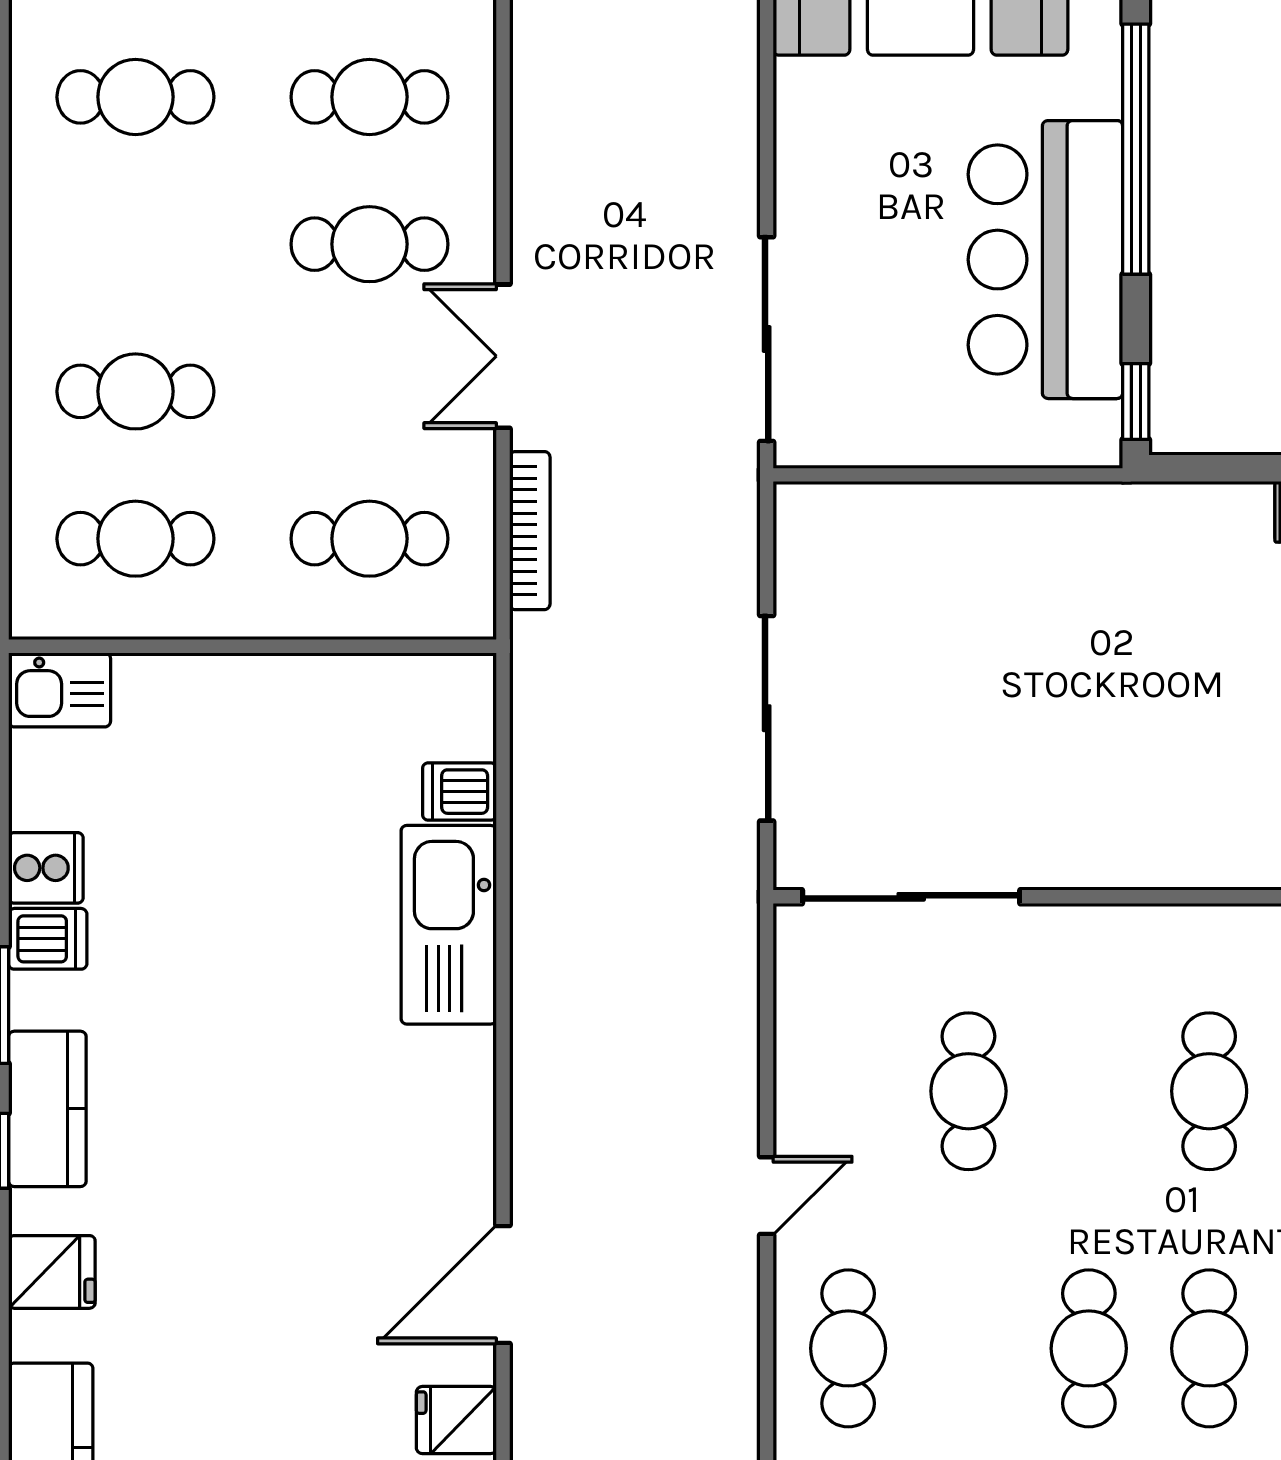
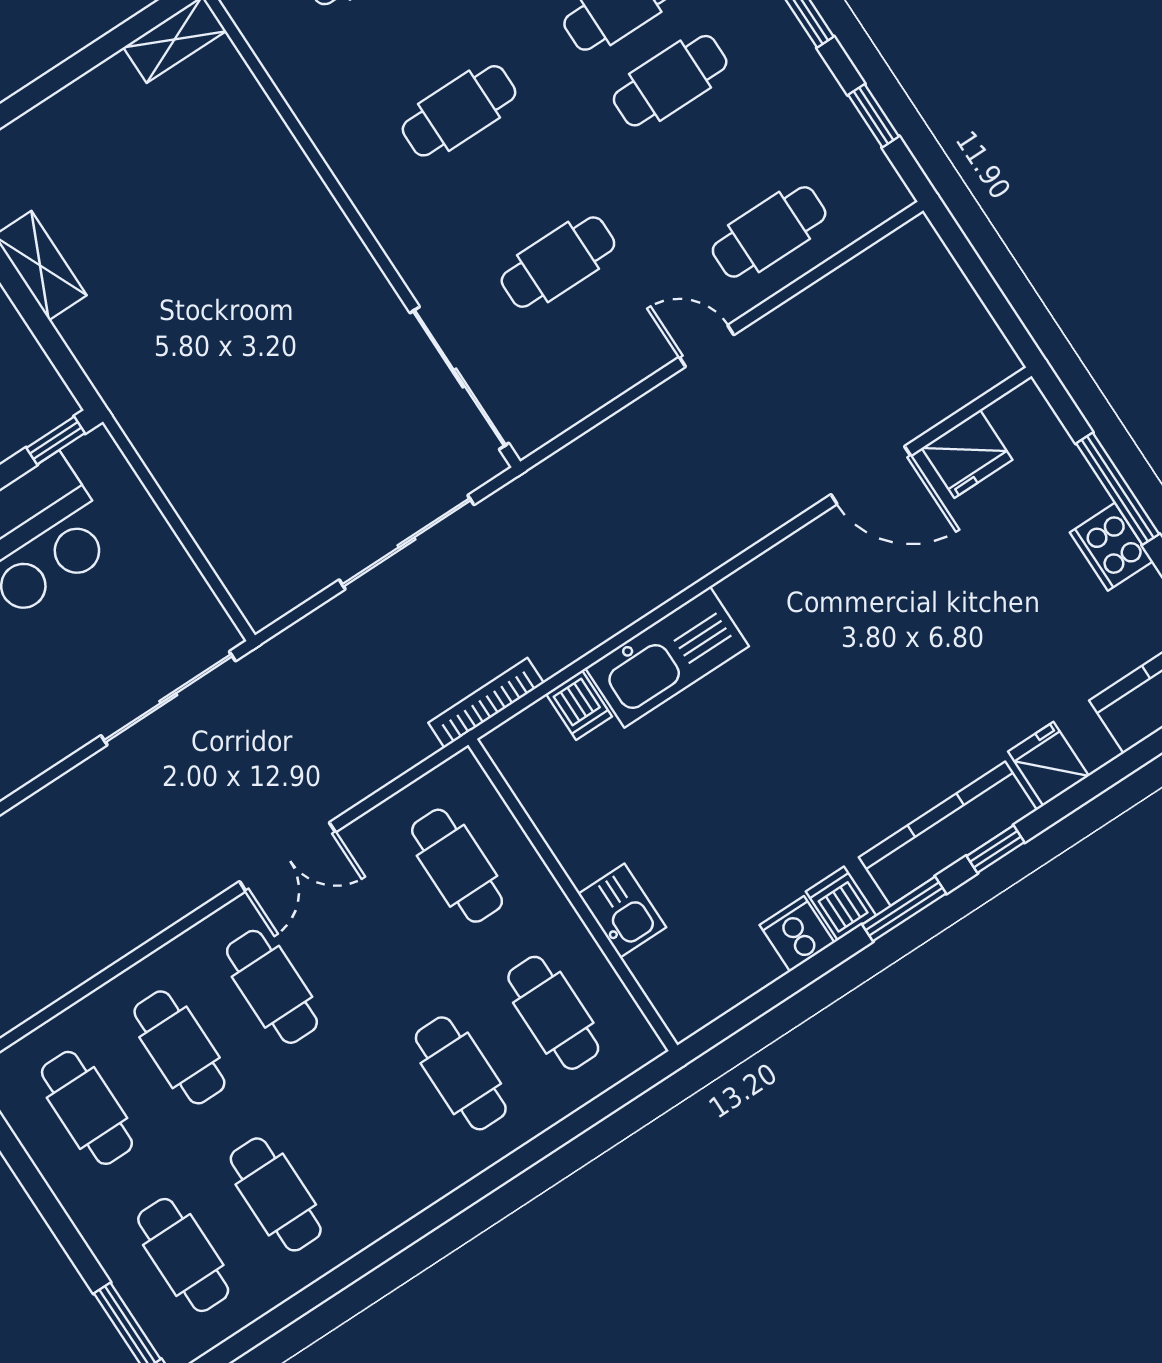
bookcase: (530, 531) -> (486, 703), moved
kitchen sink: (60, 690) -> (622, 911), moved
kitchen counter: (47, 1109) -> (948, 834), width x1.50
fridge: (456, 1420) -> (967, 454), width x1.38

